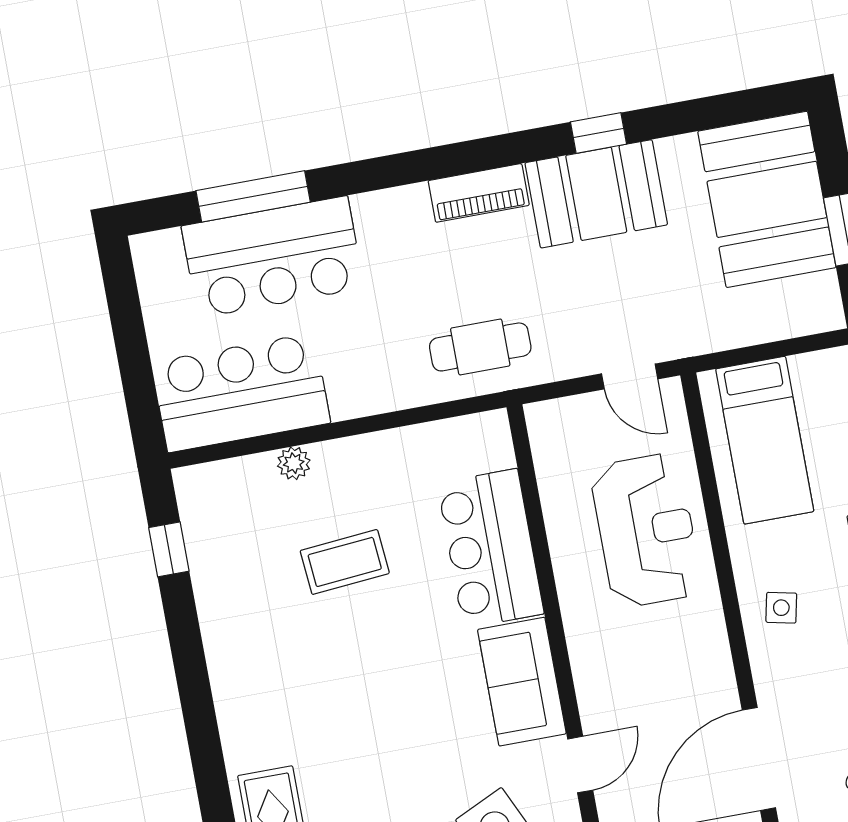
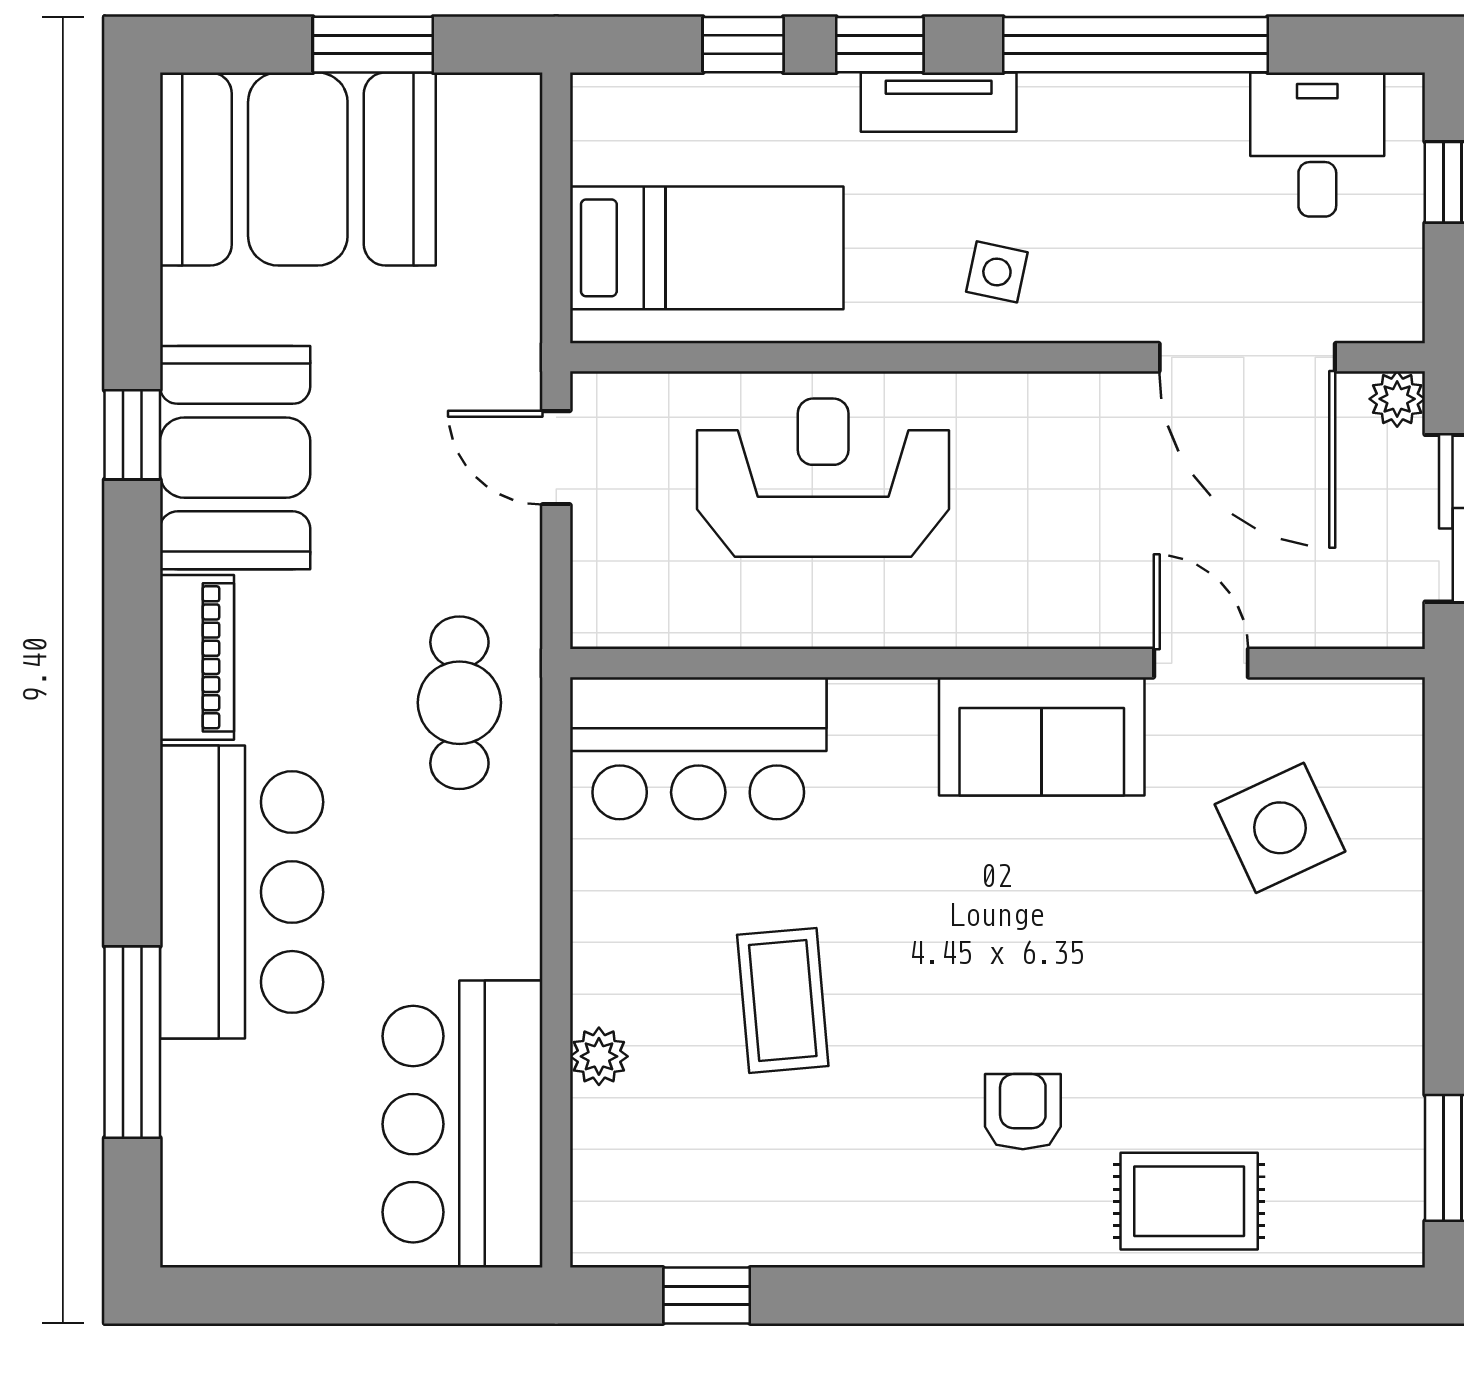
bar counter: (273, 257) -> (242, 892), moved
door: (630, 376) -> (556, 458), swing flipped
bar counter: (490, 548) -> (698, 748), moved
armchair: (306, 710) -> (1023, 1112), added

